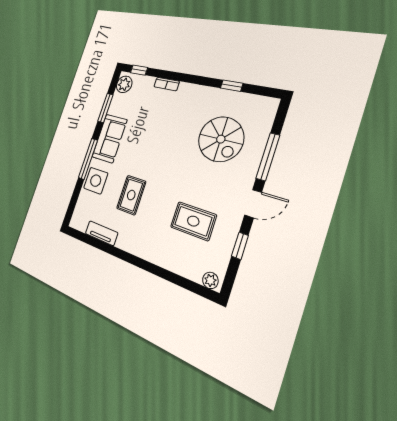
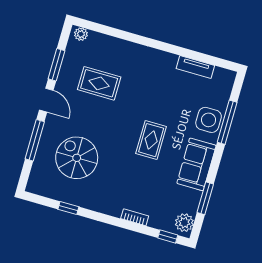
window: (88, 159) -> (227, 122), moved
rug: (131, 195) -> (151, 140), moved
door: (253, 204) -> (46, 100), swing flipped
window: (240, 246) -> (57, 65), width x1.50

